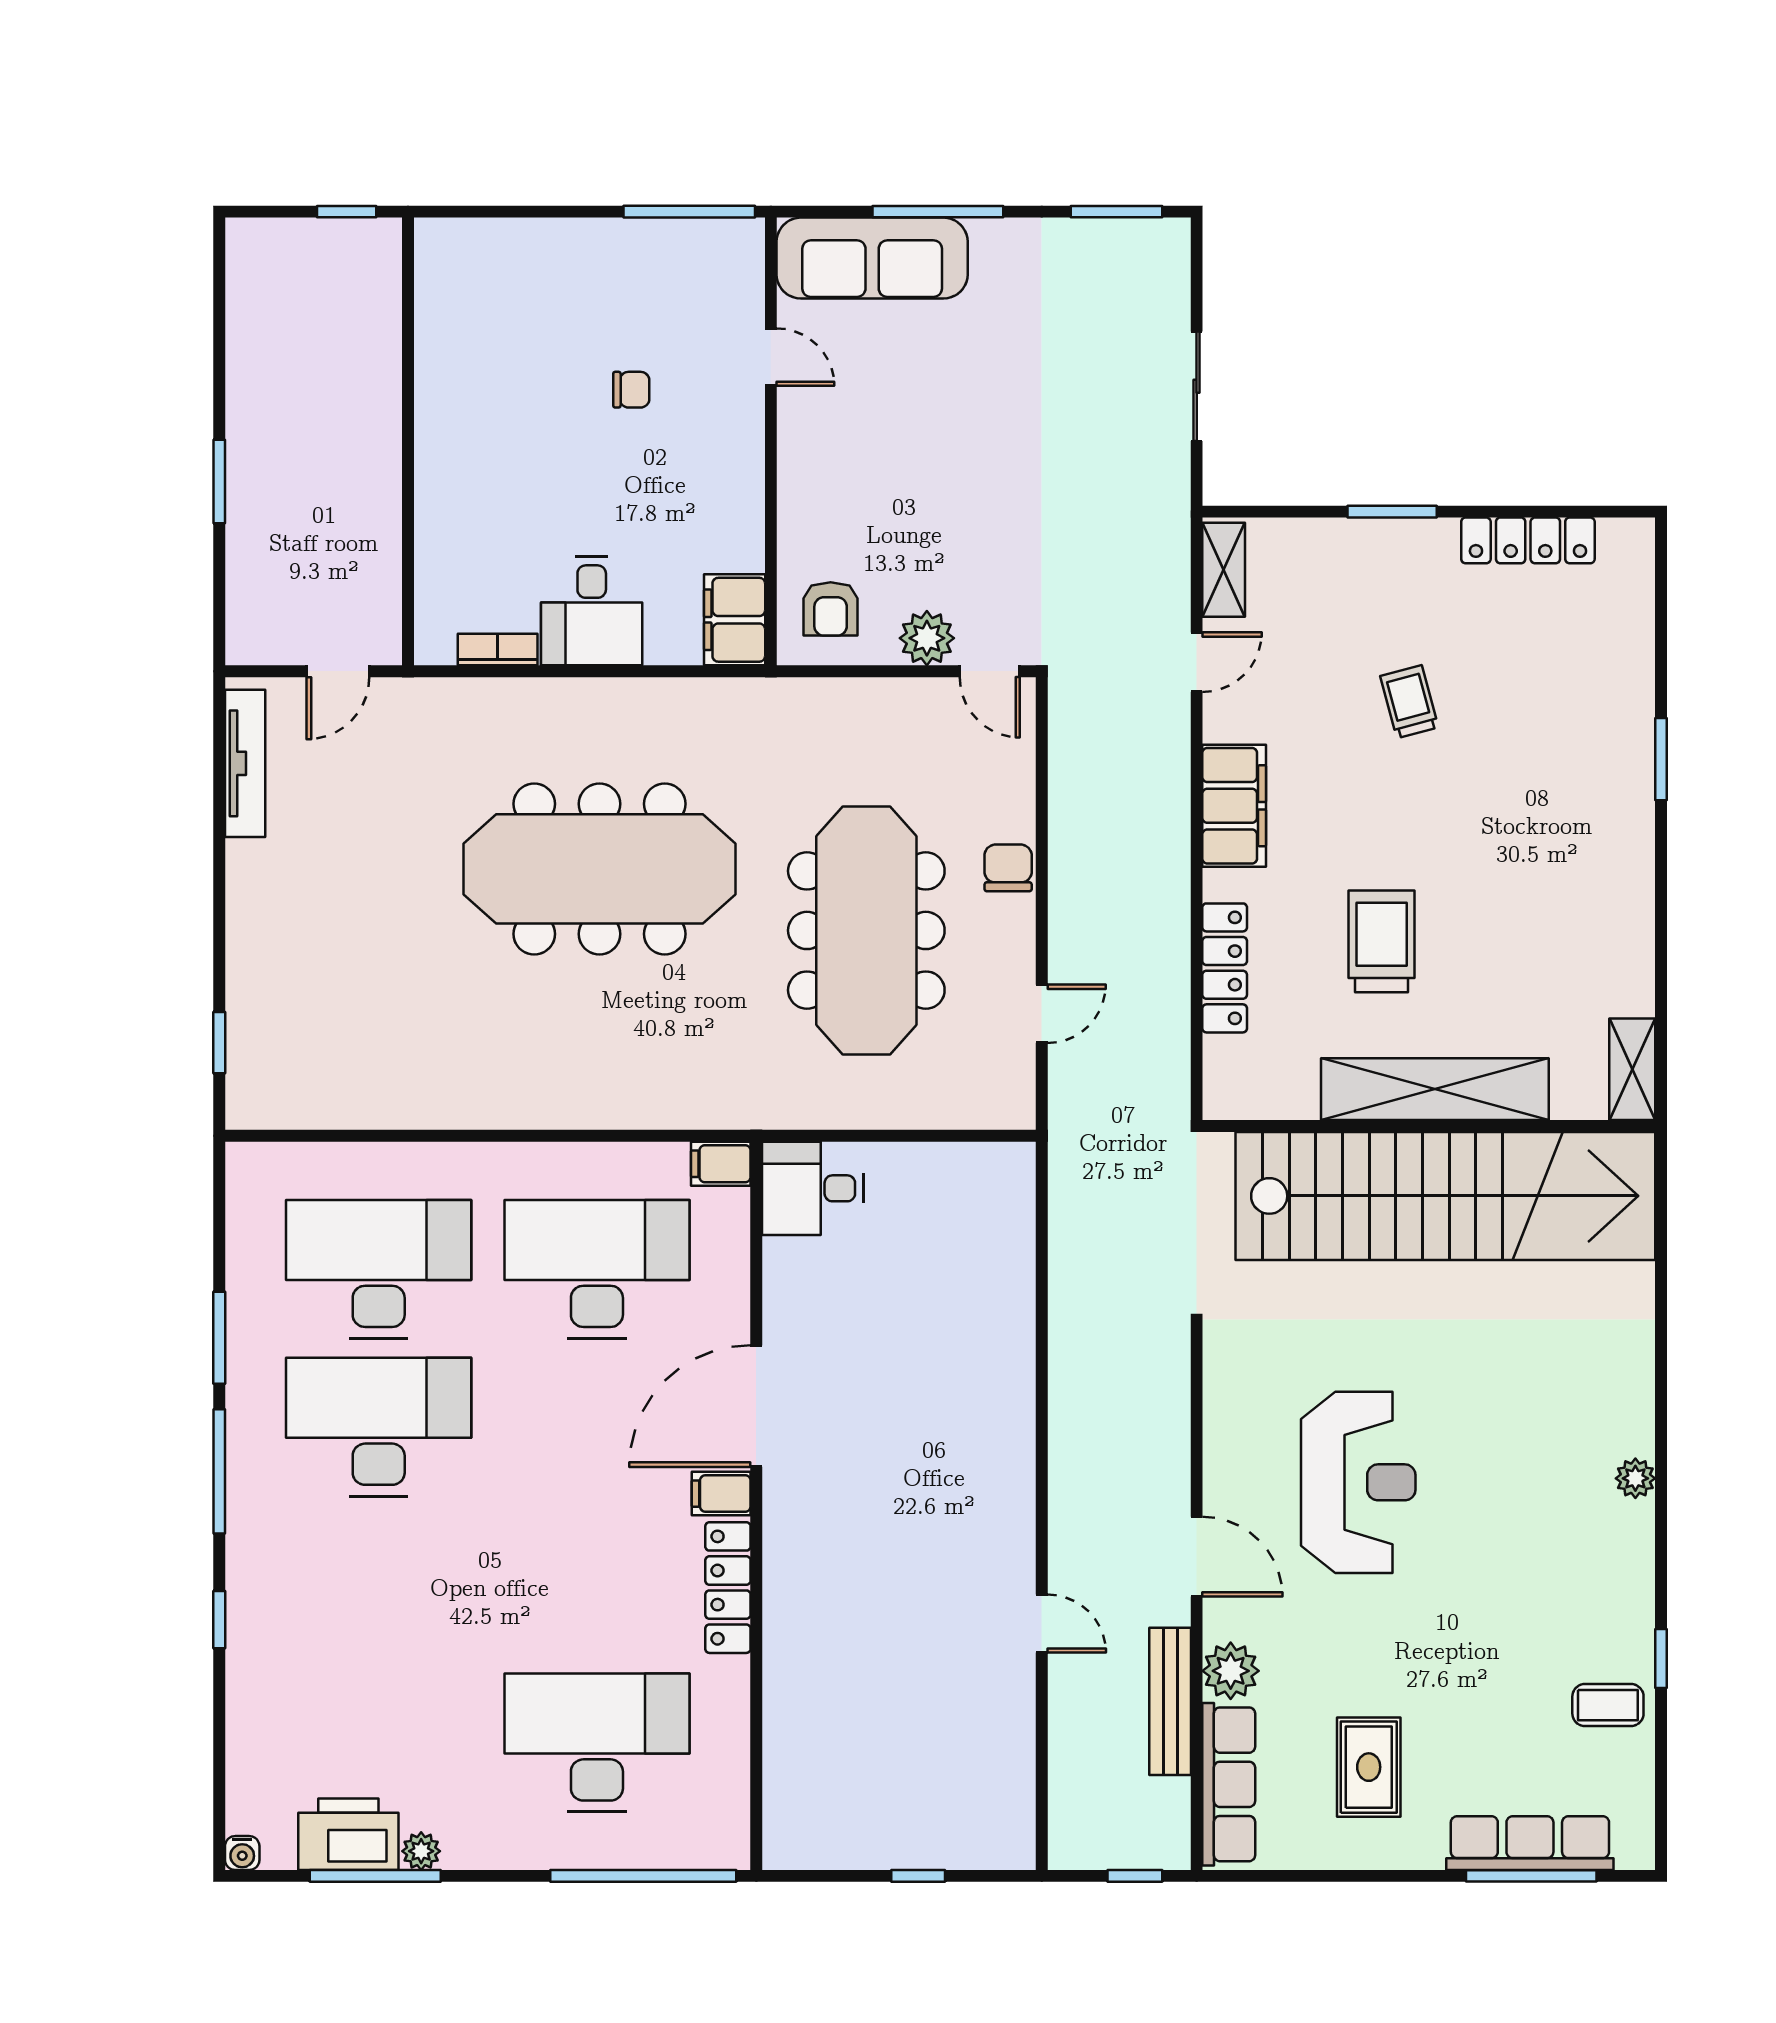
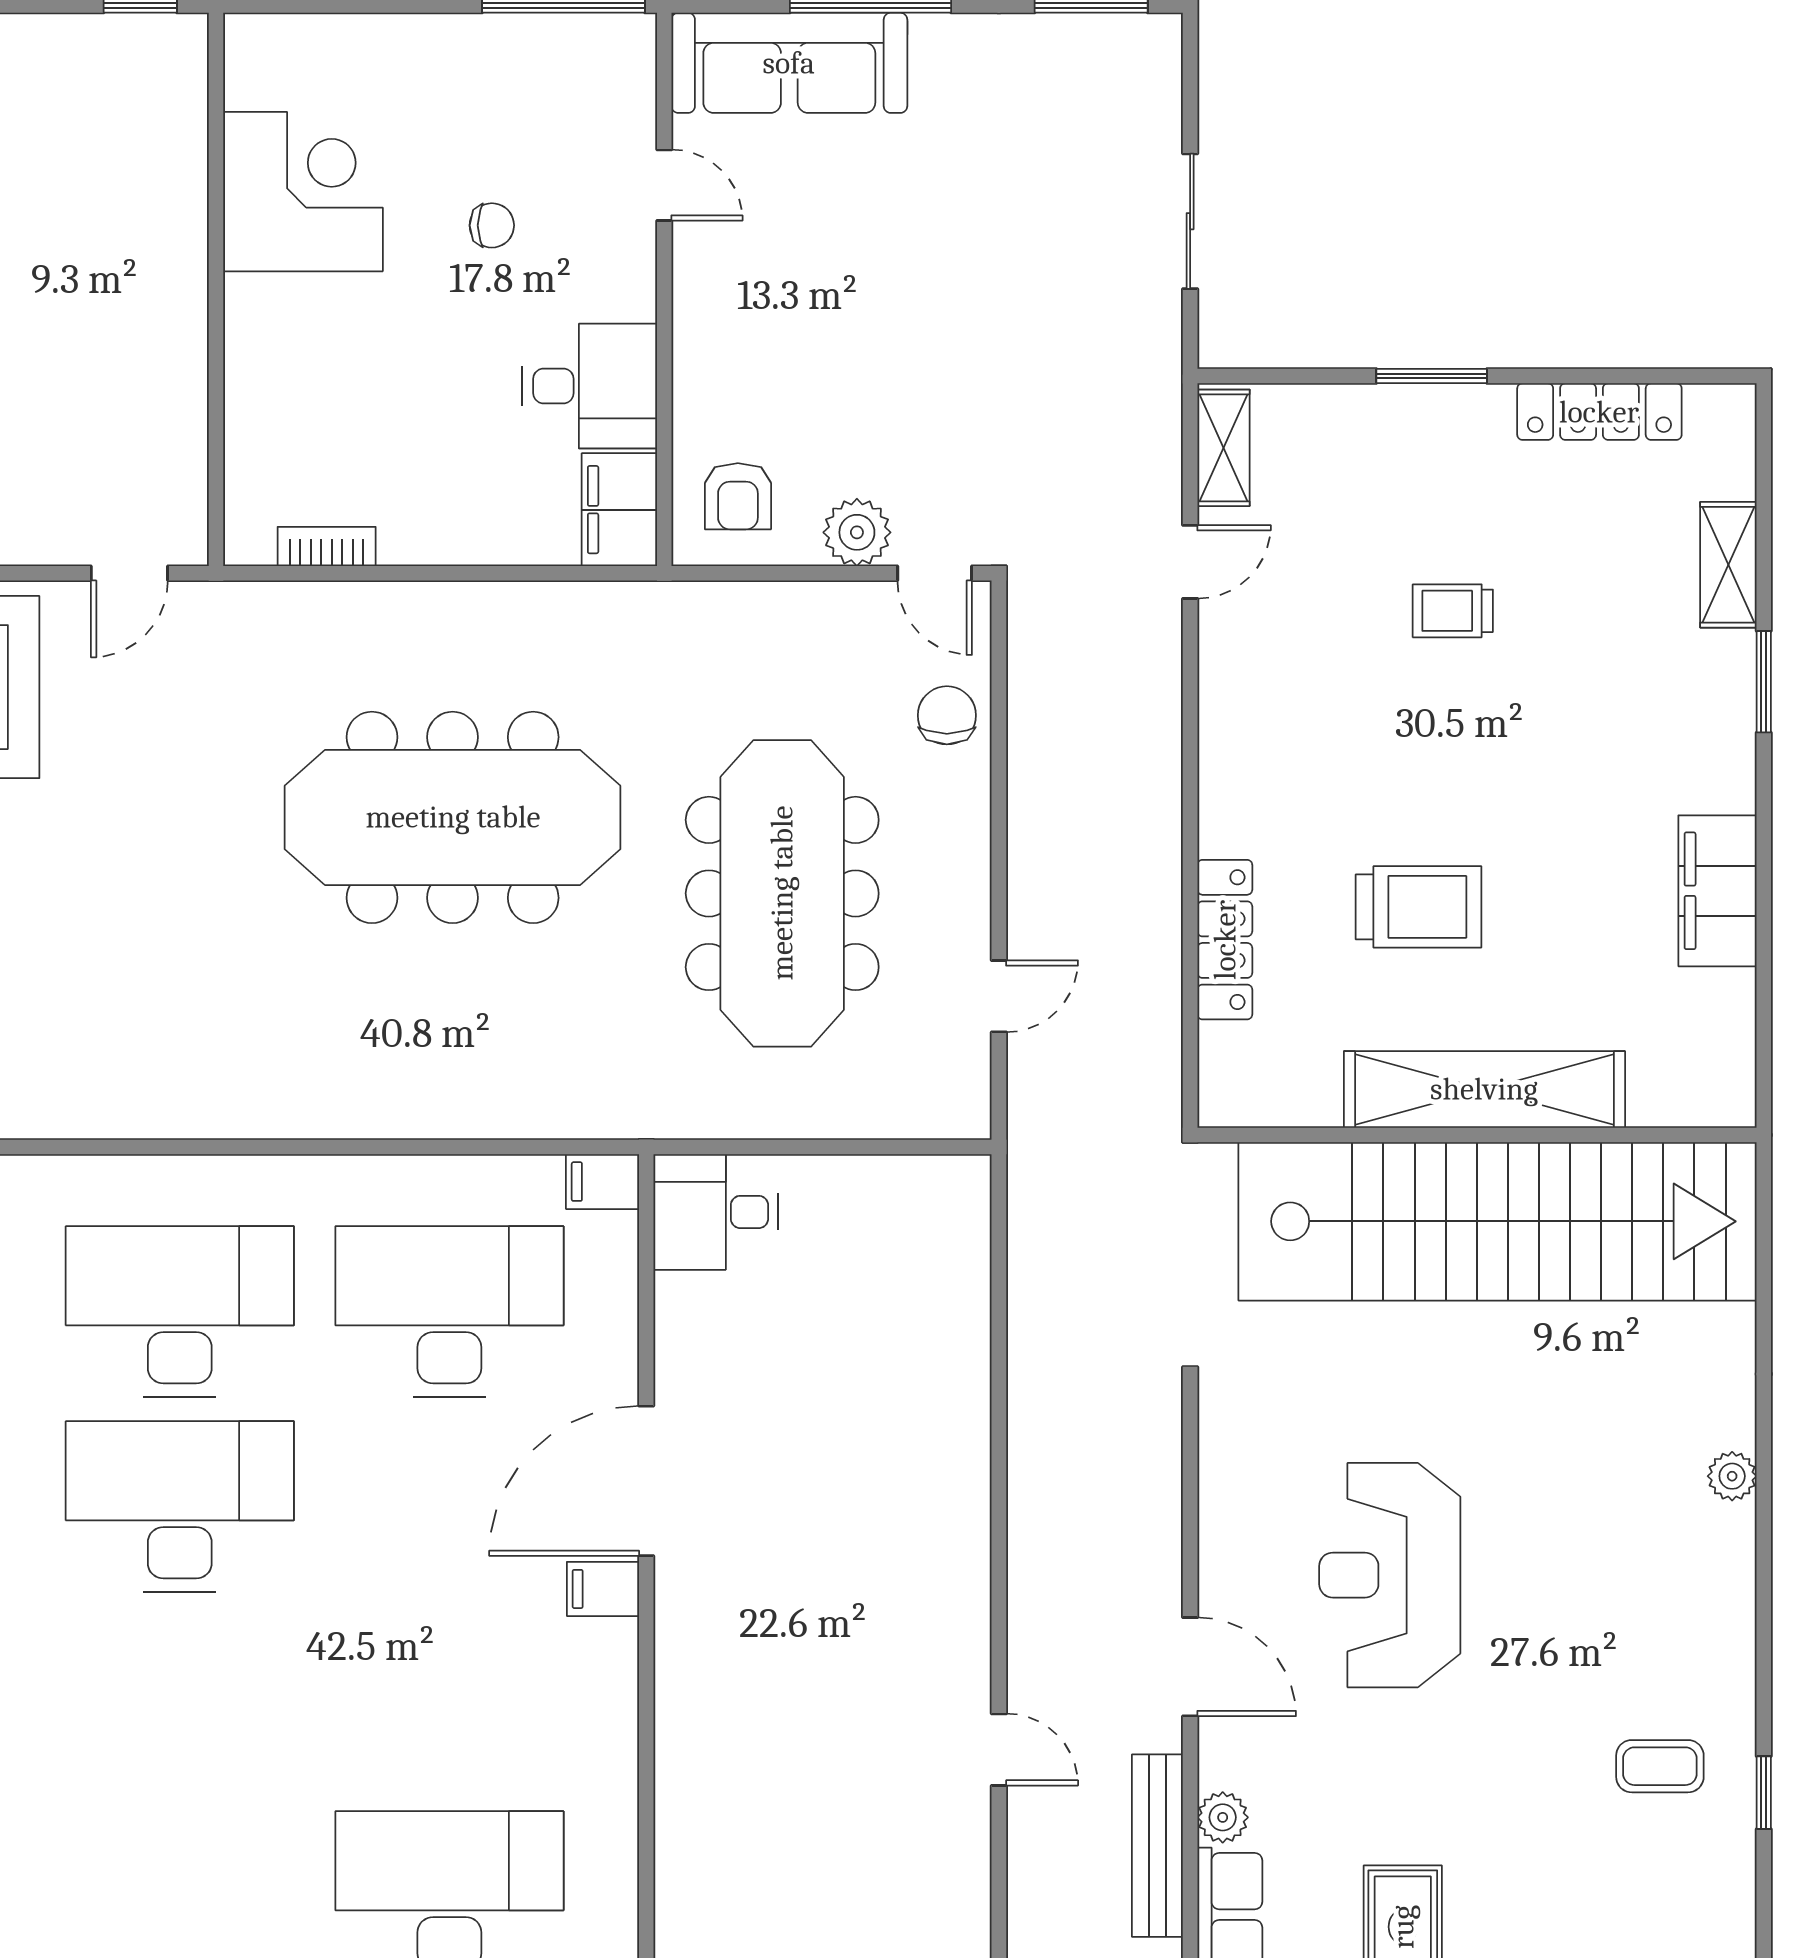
corner desk: (478, 362) -> (303, 192), added
desk: (592, 611) -> (590, 386), moved, turned -90
trolley: (1409, 702) -> (1453, 611), turned -75
filing cabinet: (1234, 806) -> (1717, 891), moved, turned 180
chair: (1008, 868) -> (947, 715), moved
trolley: (1382, 941) -> (1419, 907), turned 90
shelving: (1632, 1069) -> (1728, 565), moved
plant: (1635, 1478) -> (1732, 1476), moved
reception desk: (1358, 1482) -> (1390, 1575), turned 180
locker: (728, 1588) -> (611, 1705), removed
plant: (1231, 1671) -> (1223, 1817), width x0.73, depth x0.73
coffee table: (1608, 1705) -> (1660, 1766), moved

